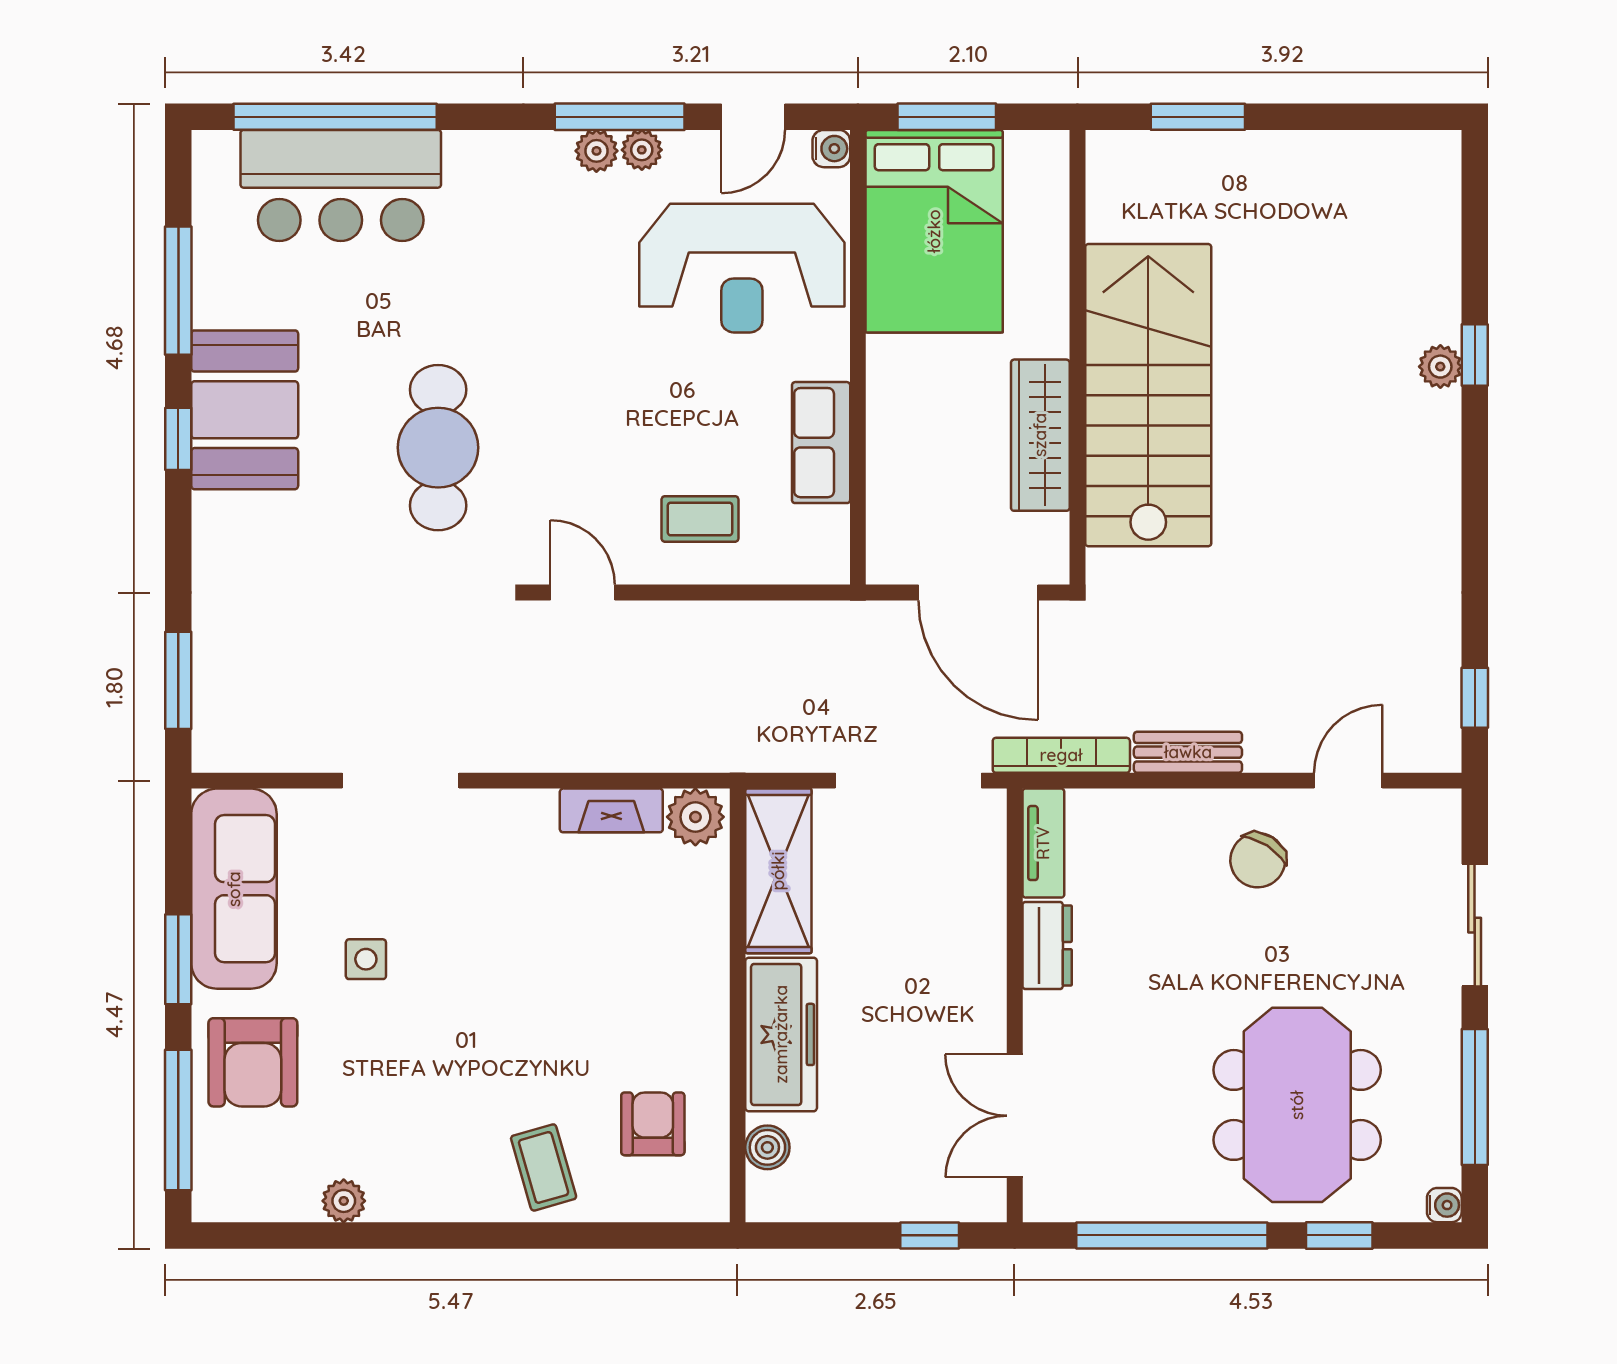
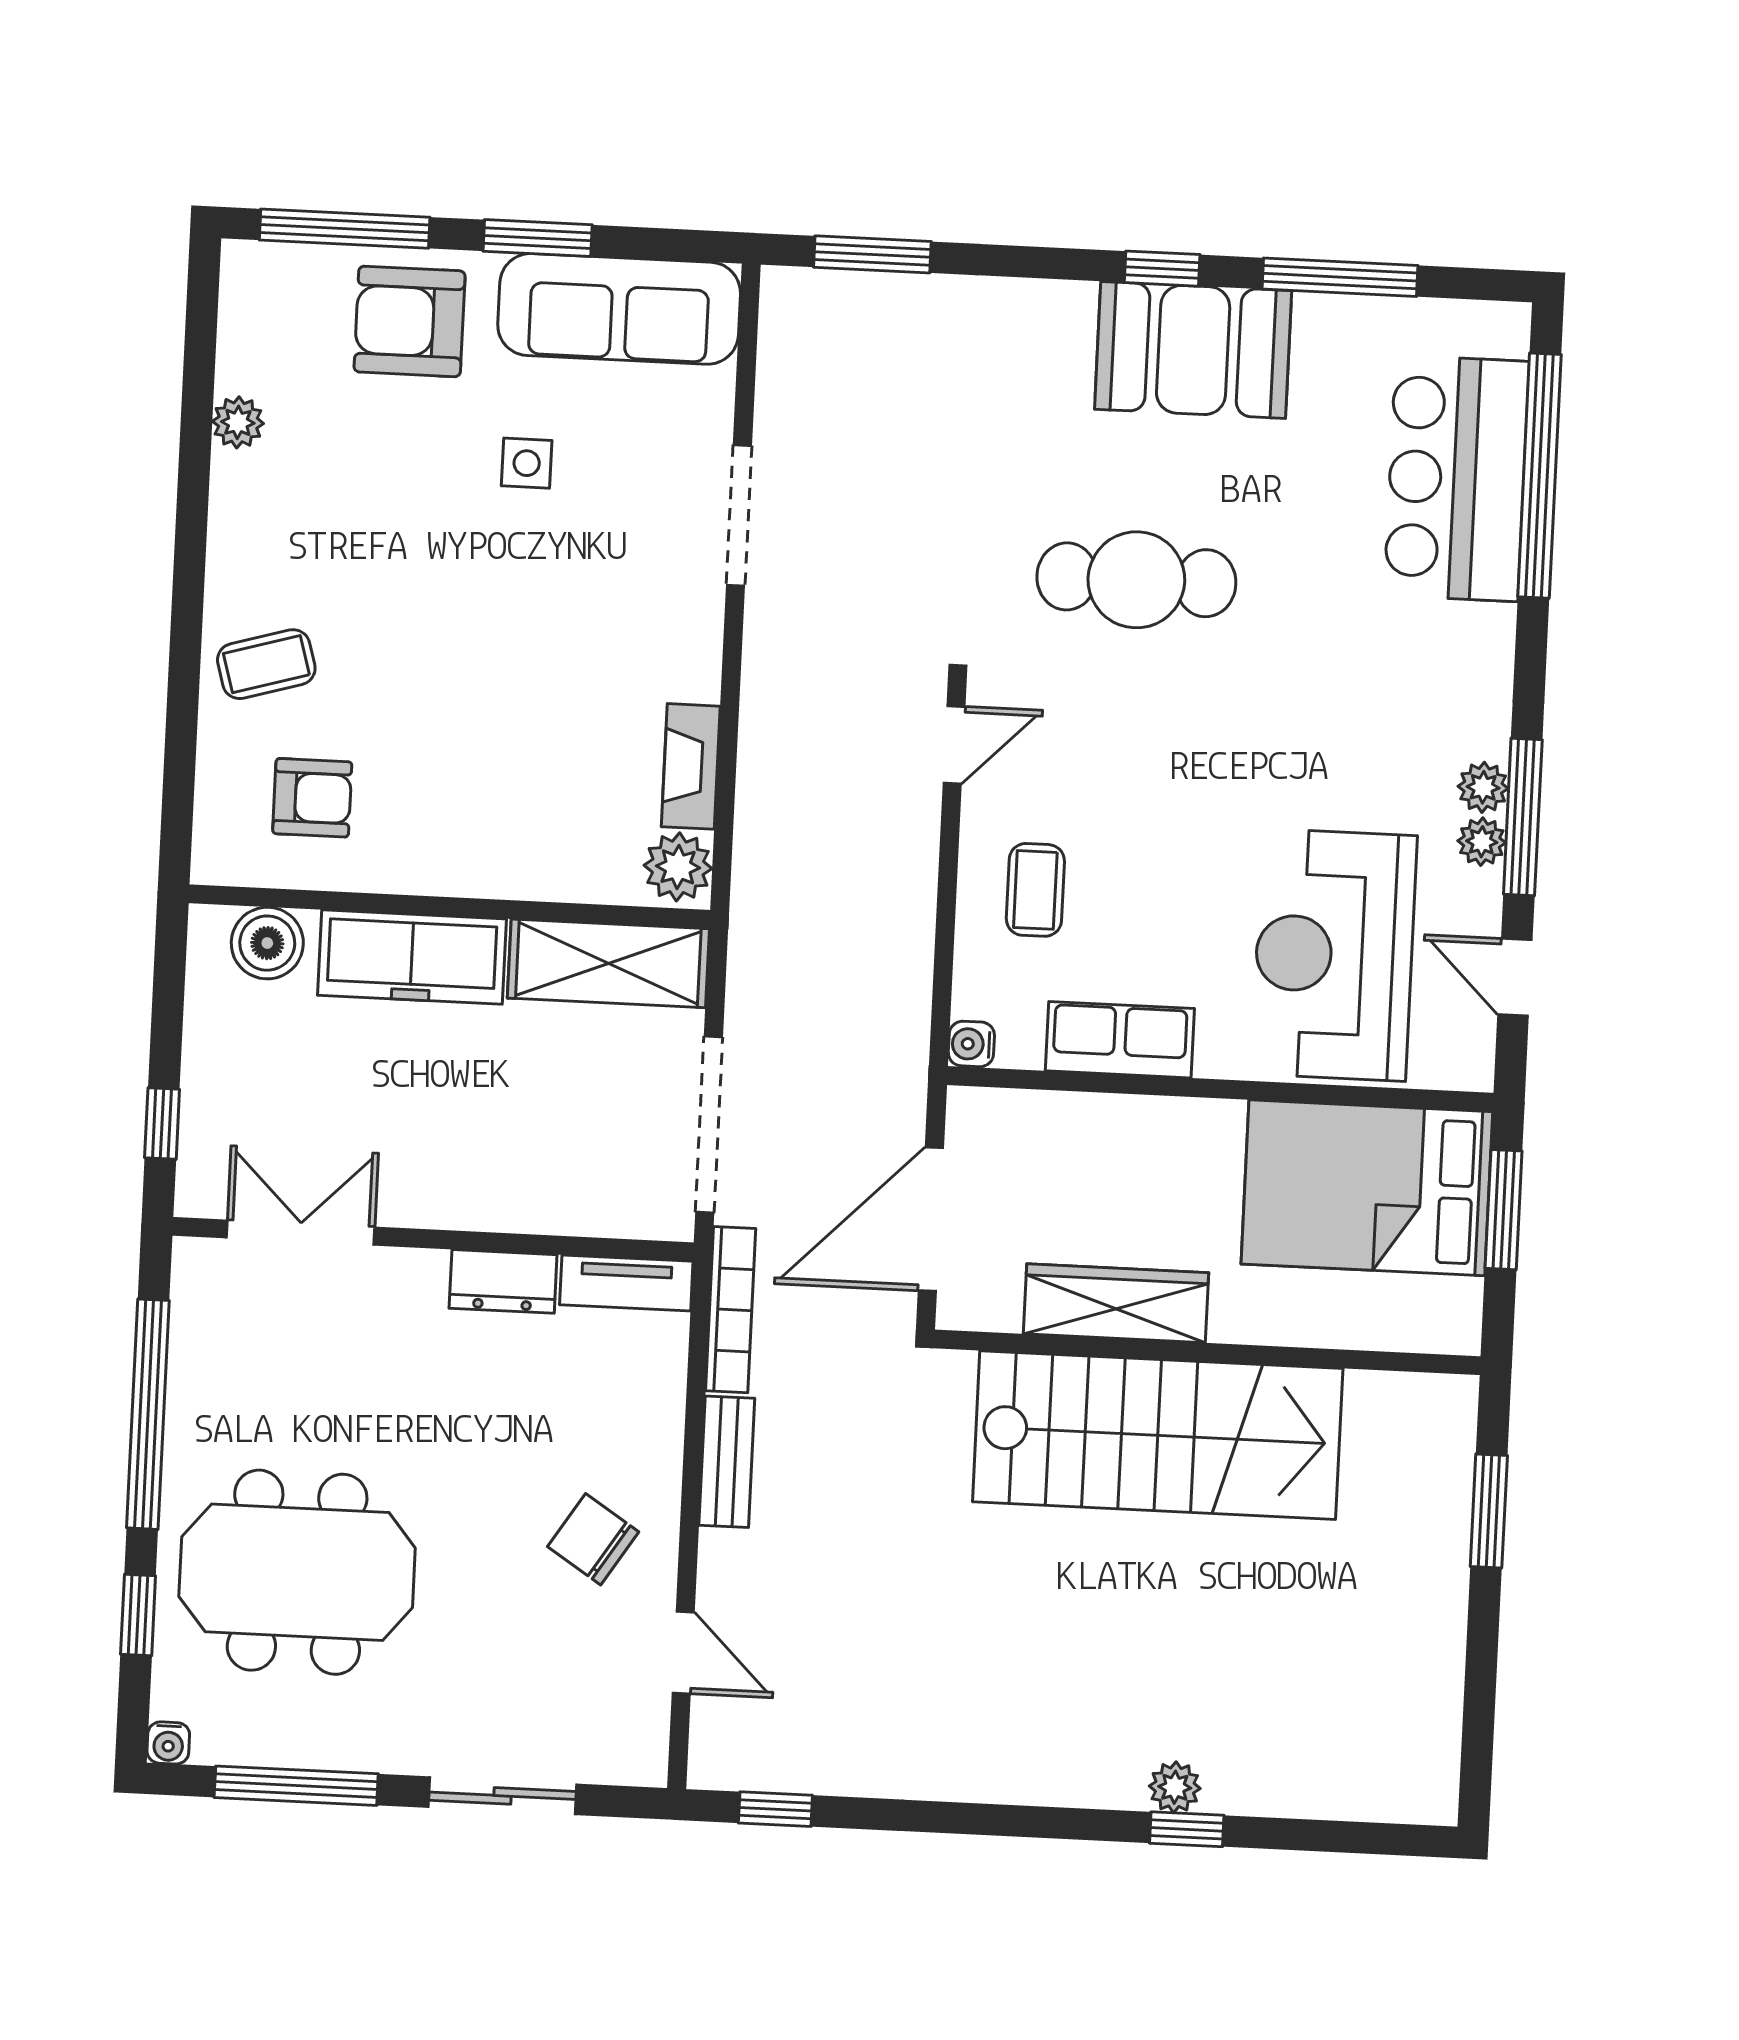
water cooler: (831, 149) -> (971, 1044), moved, turned 90
boiler: (767, 1147) -> (267, 943), width x1.36, depth x1.36

